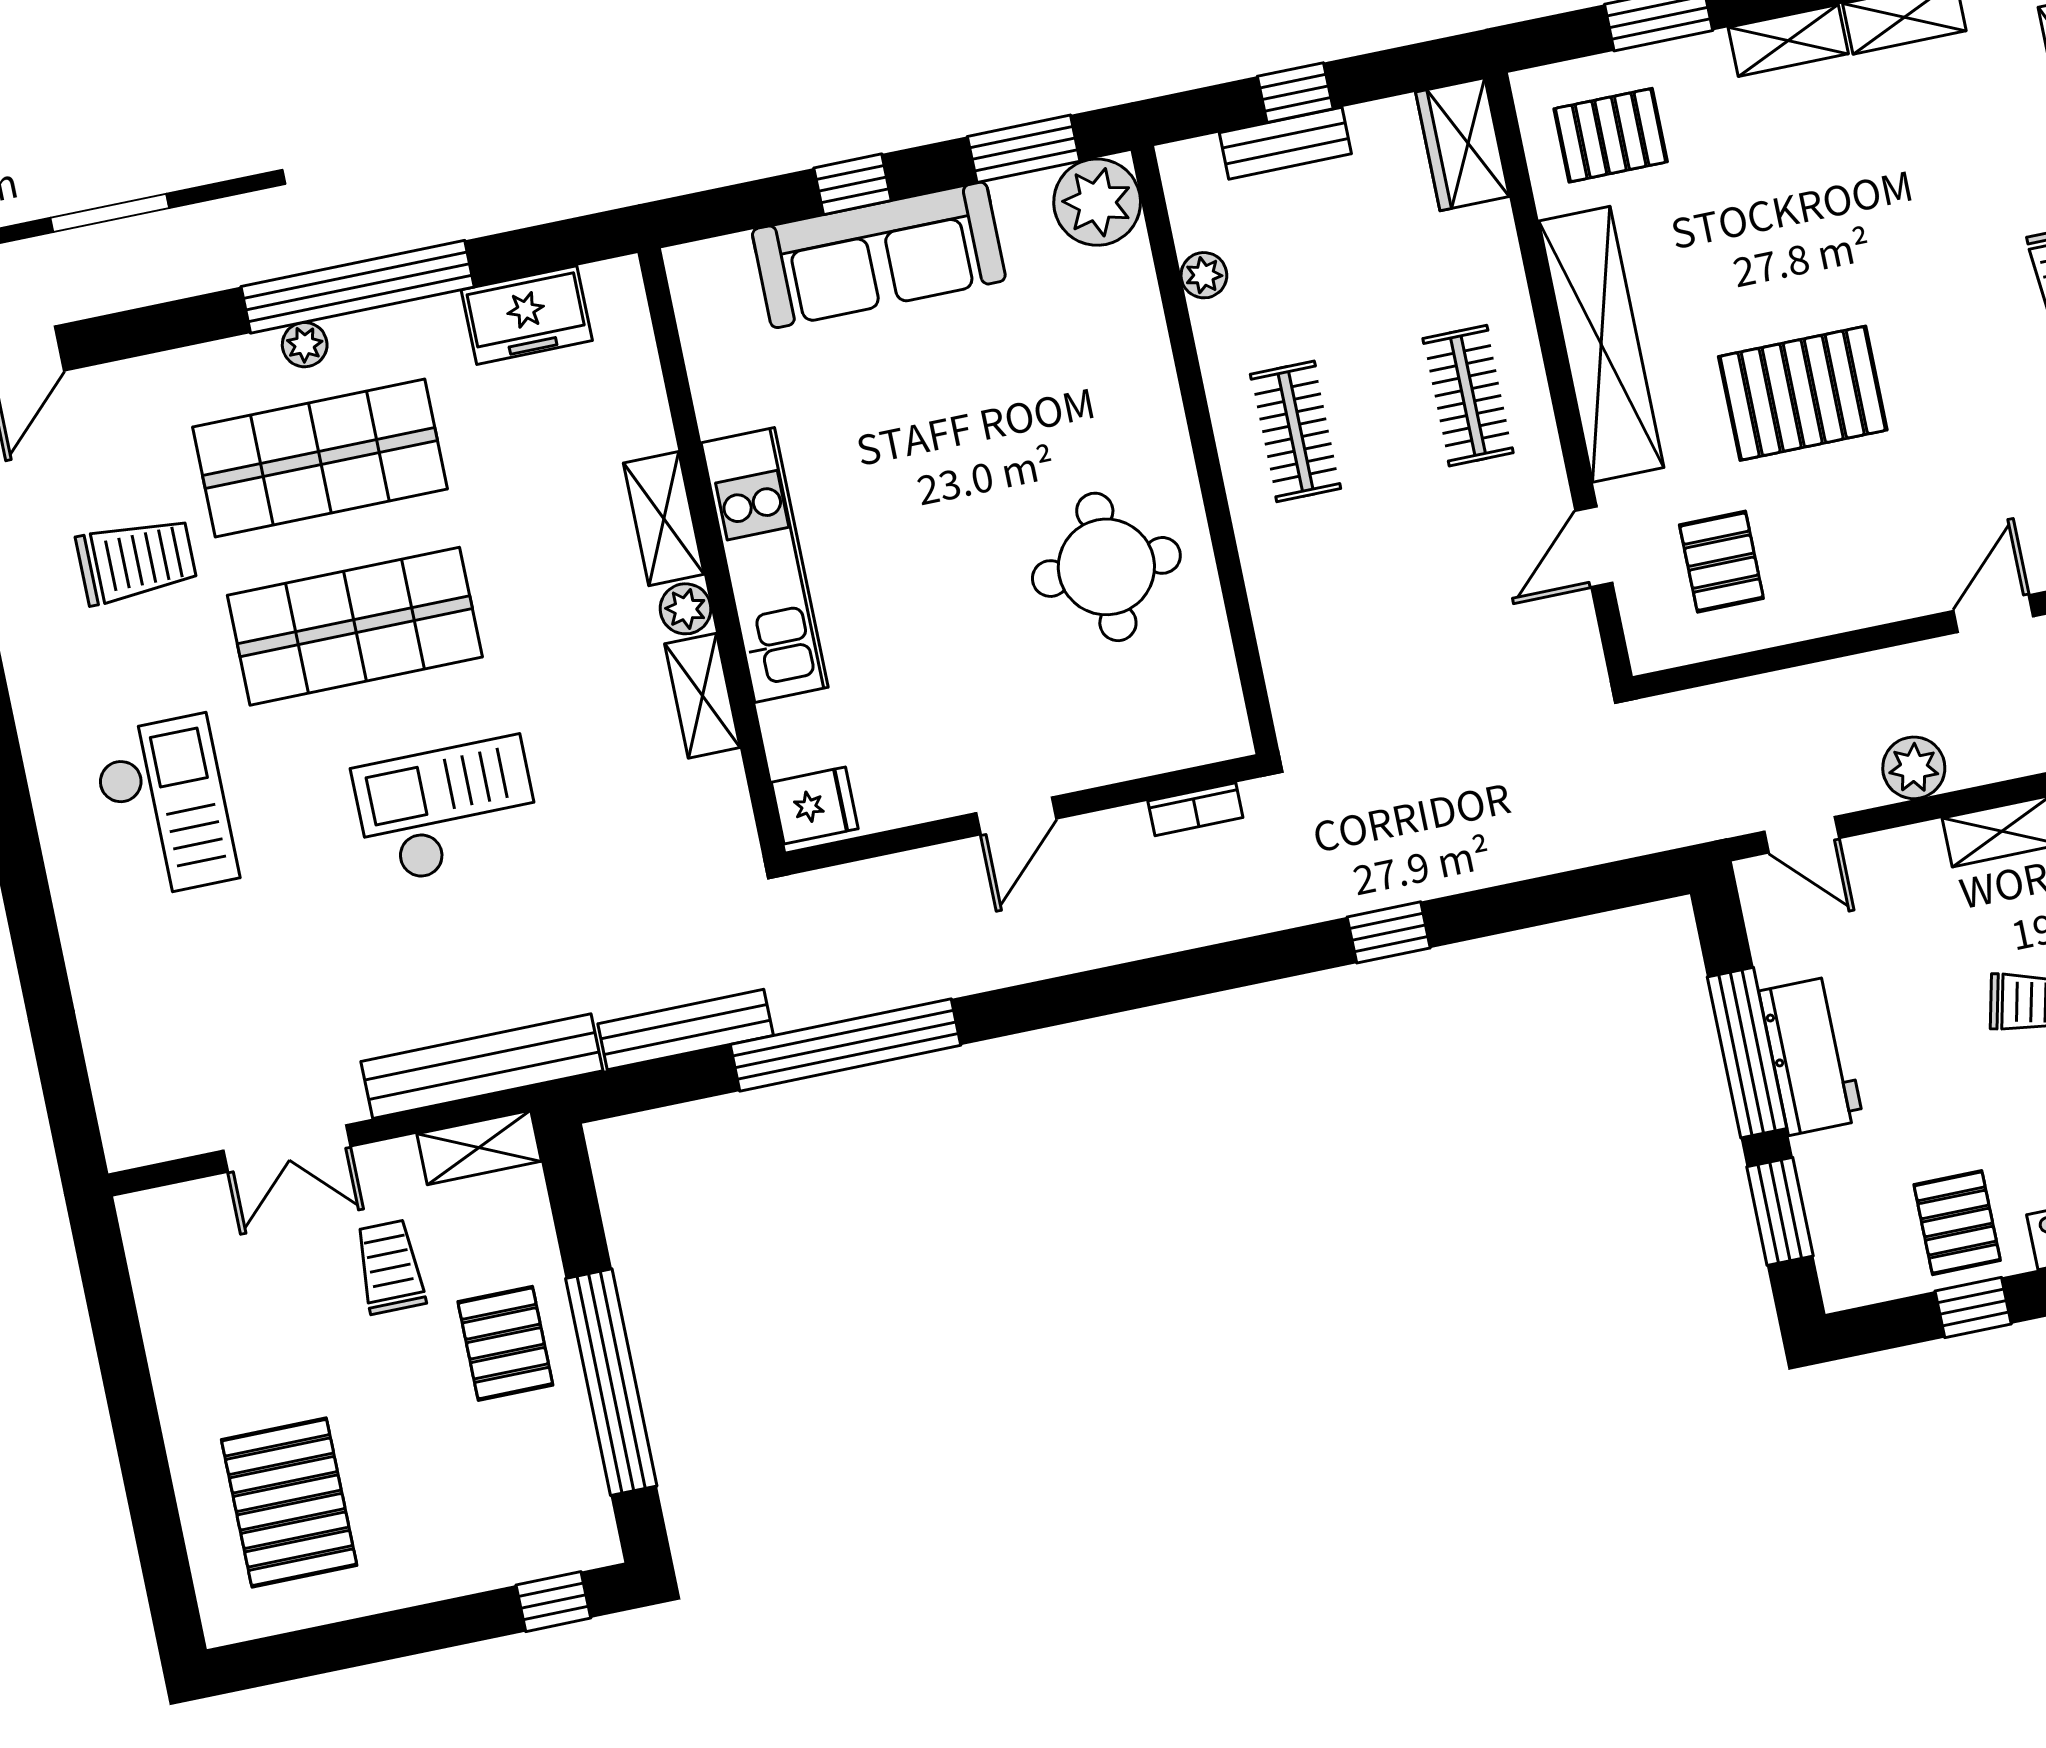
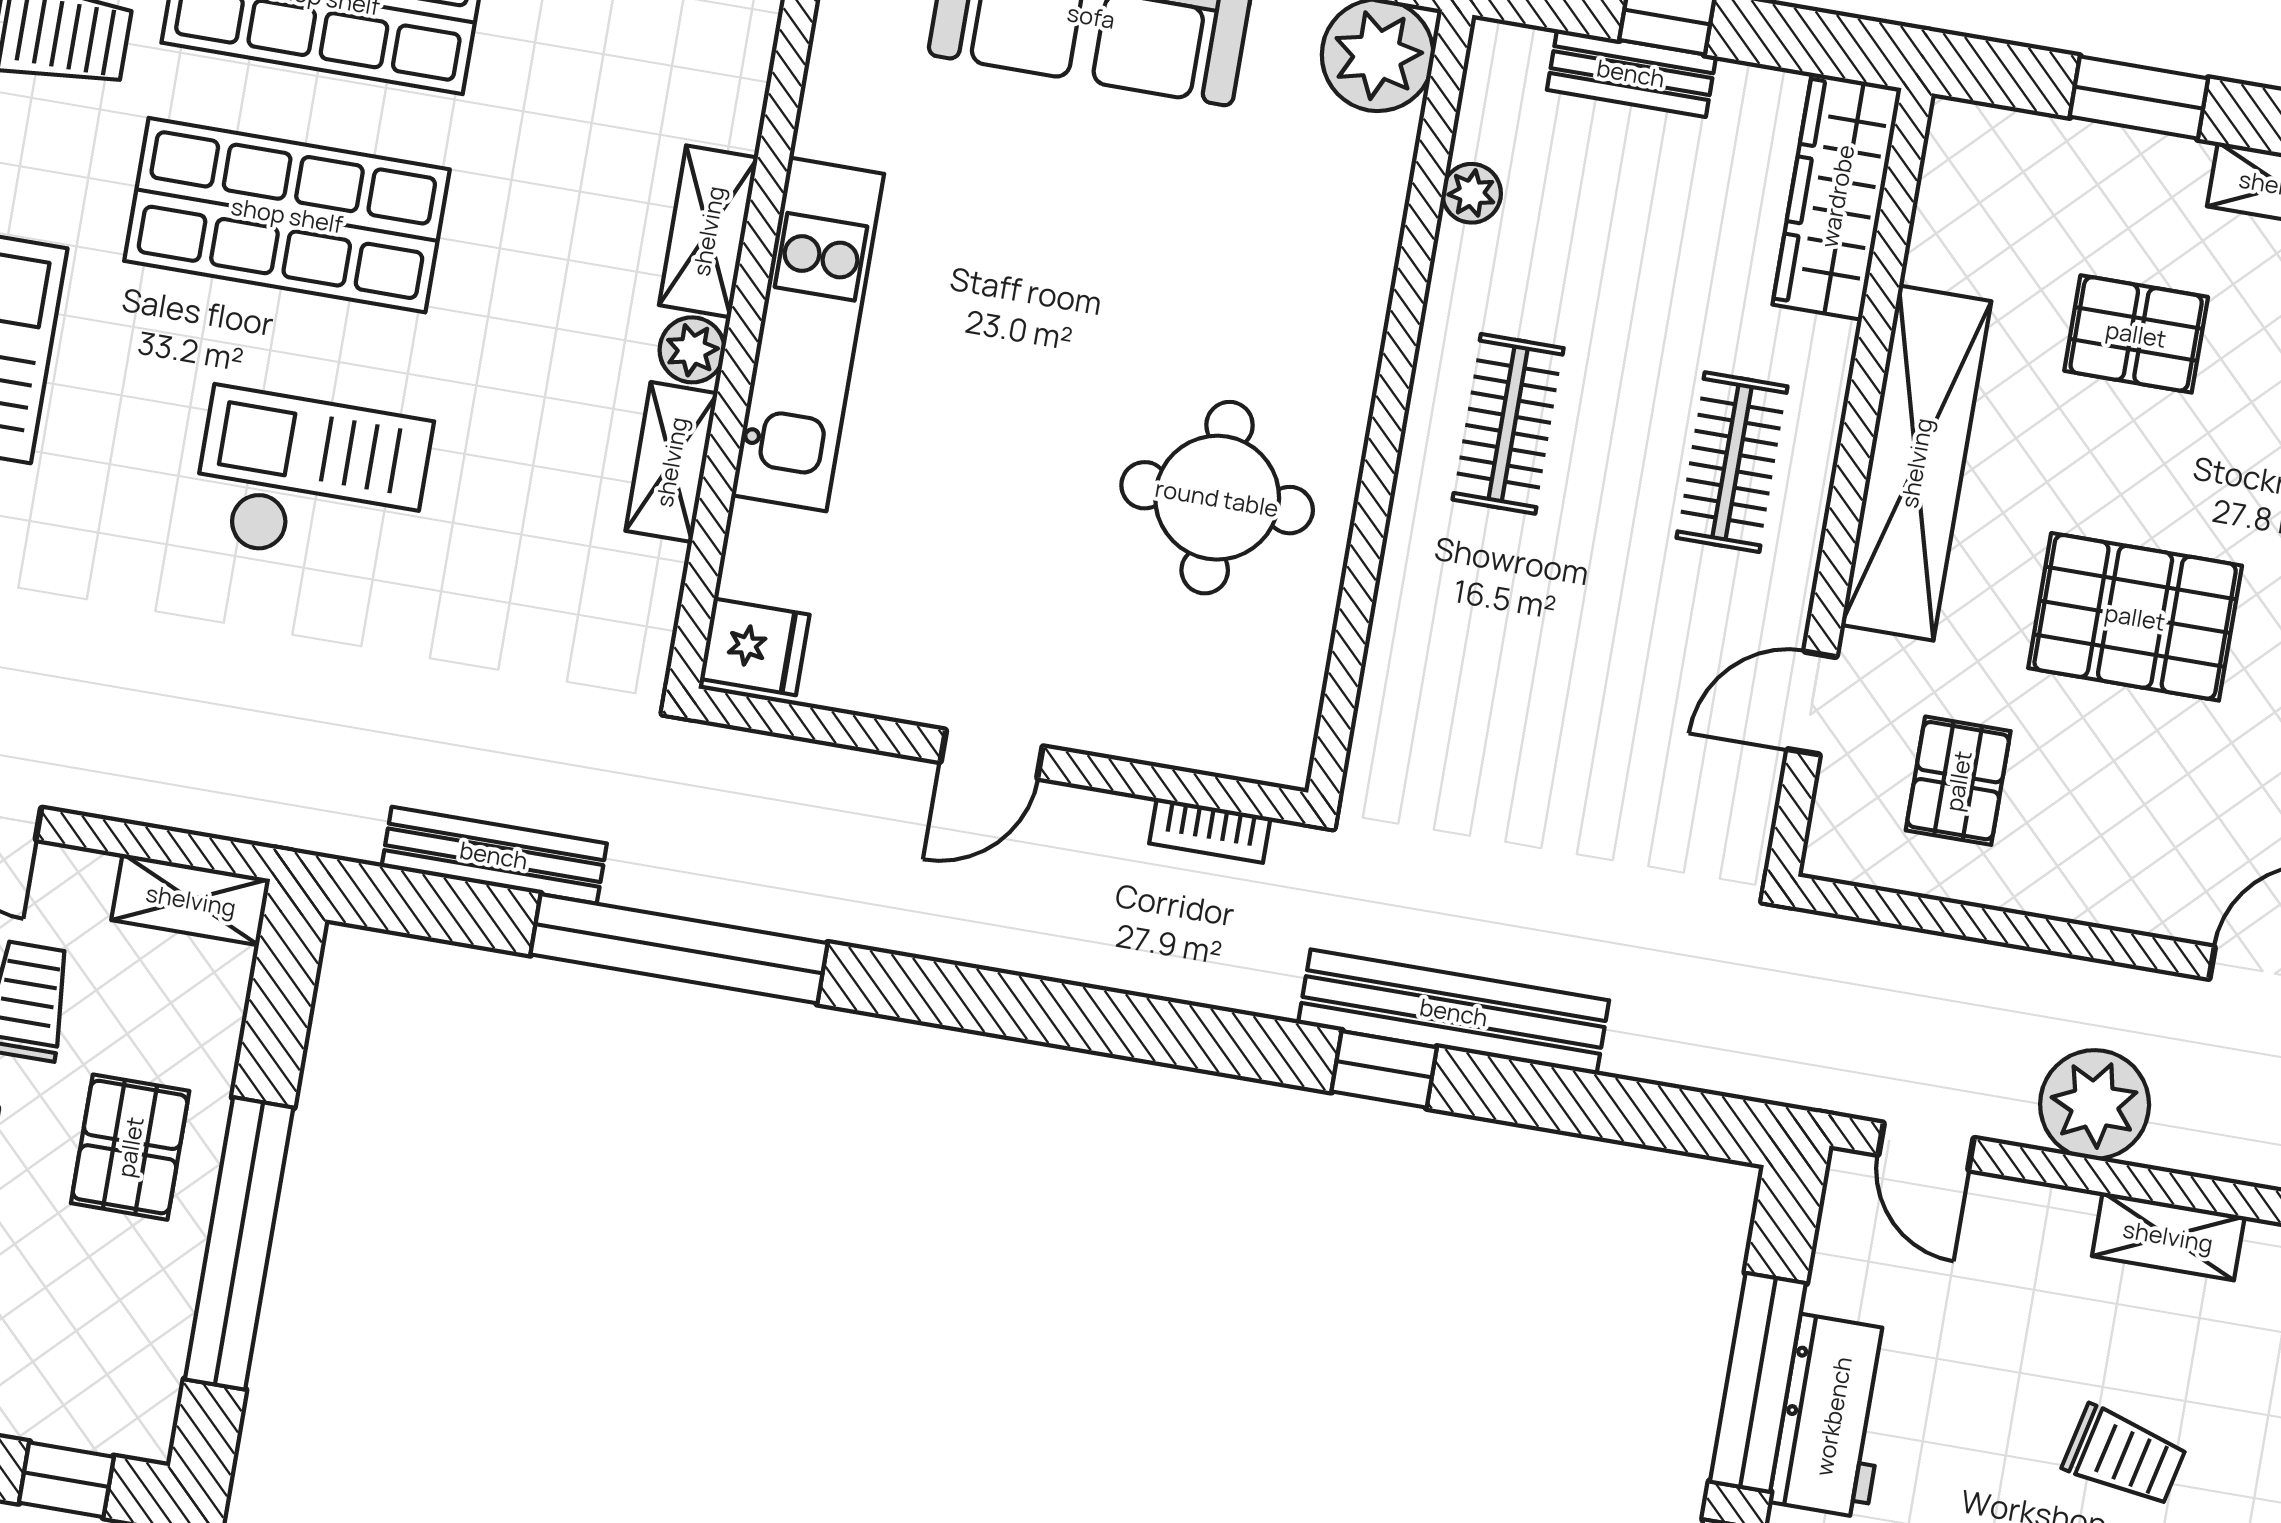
pallet: (1611, 135) -> (2136, 334), moved
wardrobe: (1462, 144) -> (1837, 196), width x1.50
plant: (1914, 768) -> (2095, 1104), width x1.36, depth x1.36
bench: (482, 1066) -> (1454, 1012), moved

